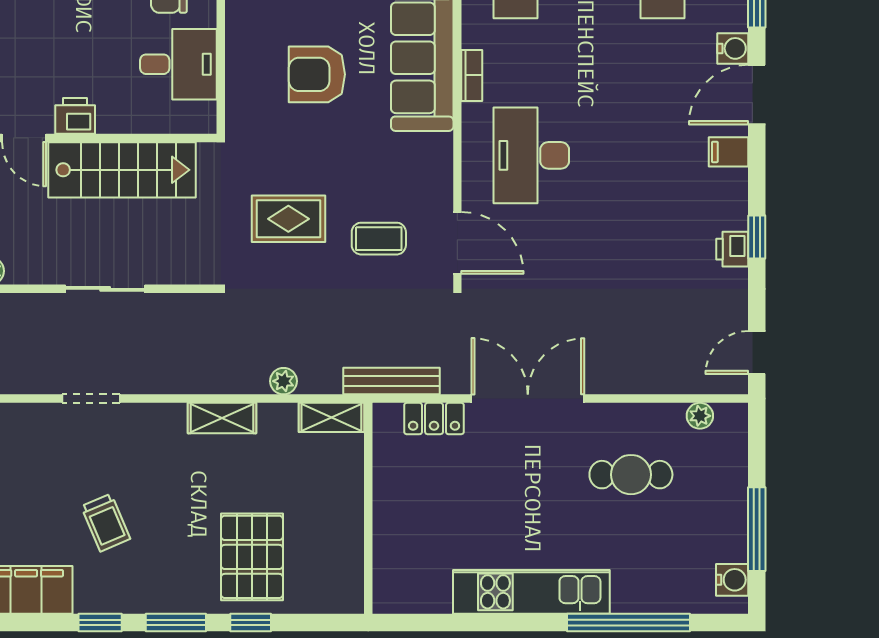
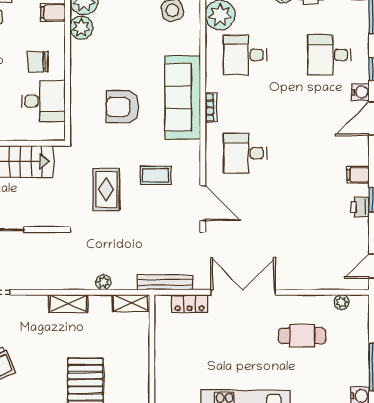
filing cabinet: (729, 152) -> (358, 175), moved
desk: (531, 155) -> (245, 153), width x0.73
rug: (288, 219) -> (106, 190), turned 90
coffee table: (379, 239) -> (156, 175), moved

